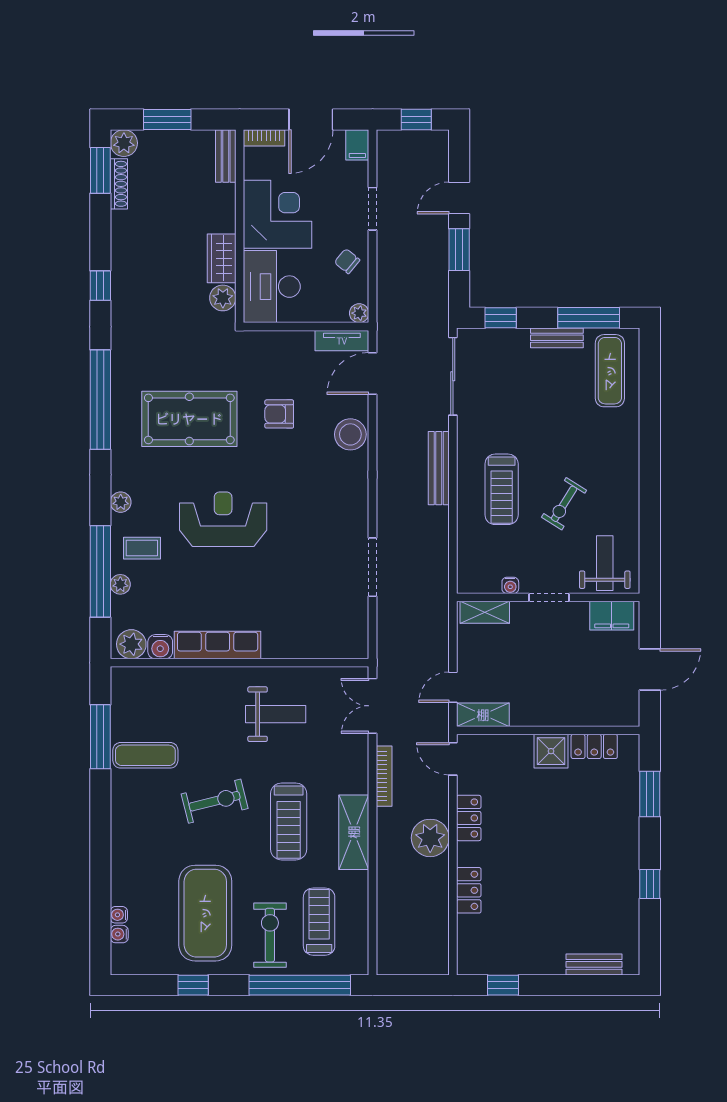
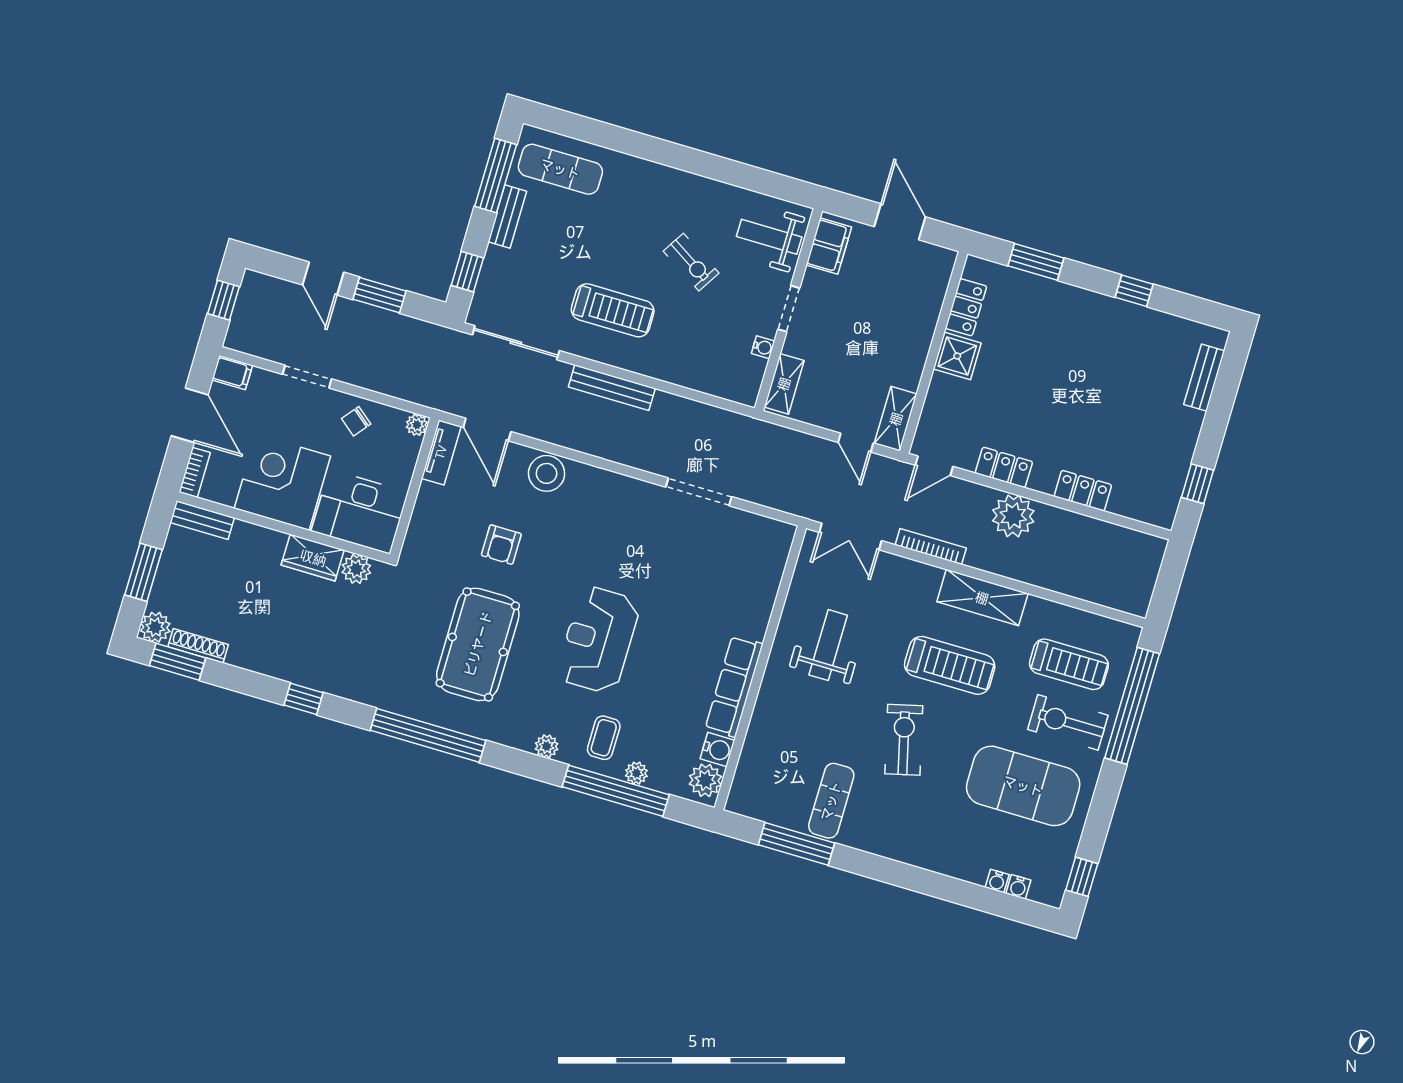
treadmill: (502, 489) -> (613, 310), moved
treadmill: (319, 922) -> (1069, 664), turned 180
window: (193, 985) -> (1082, 877), moved

